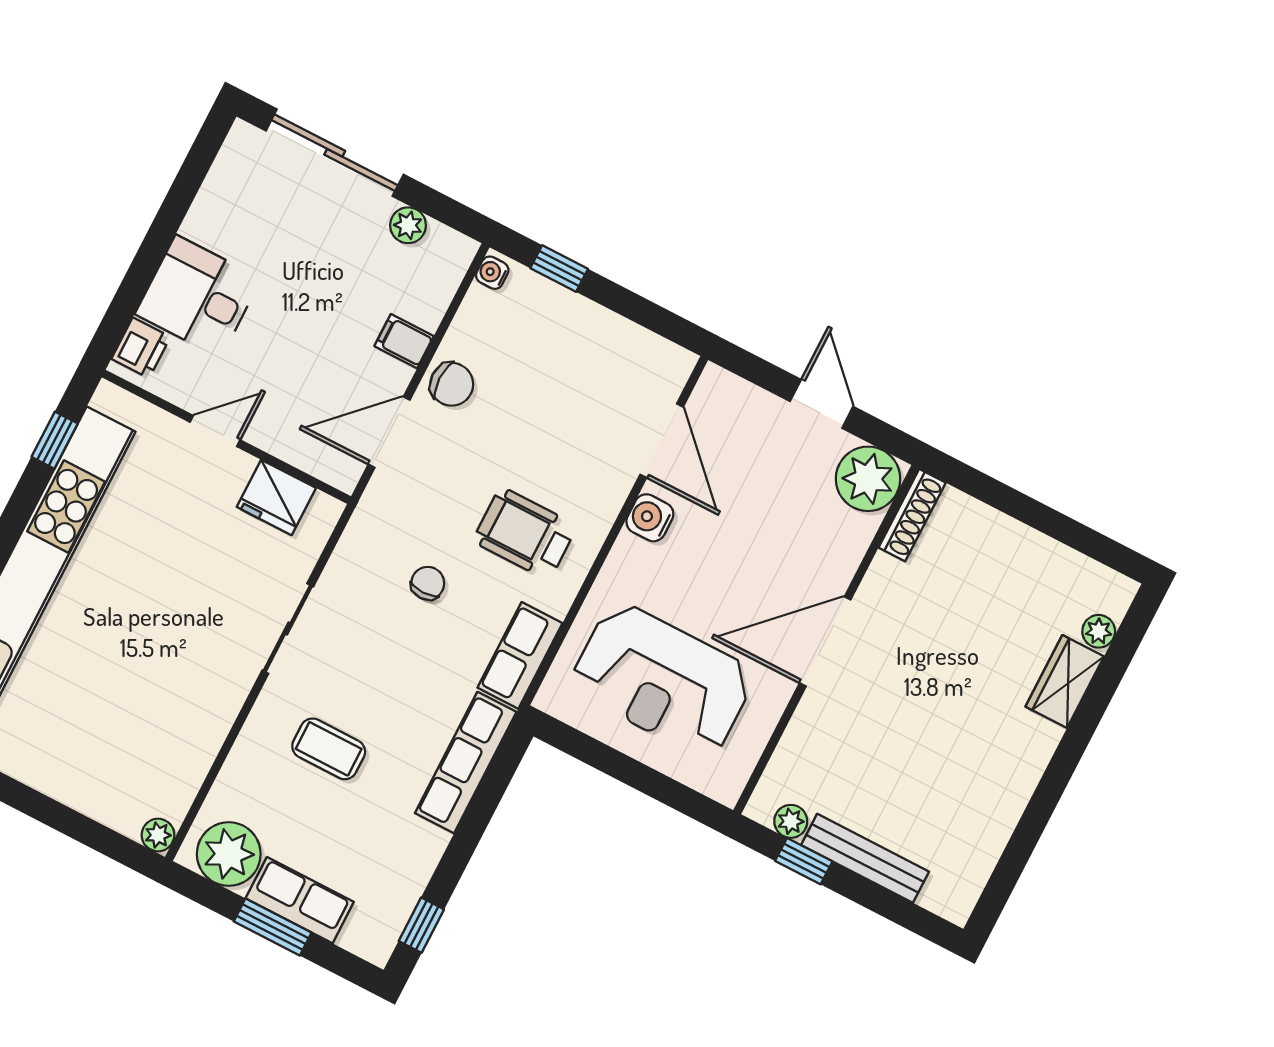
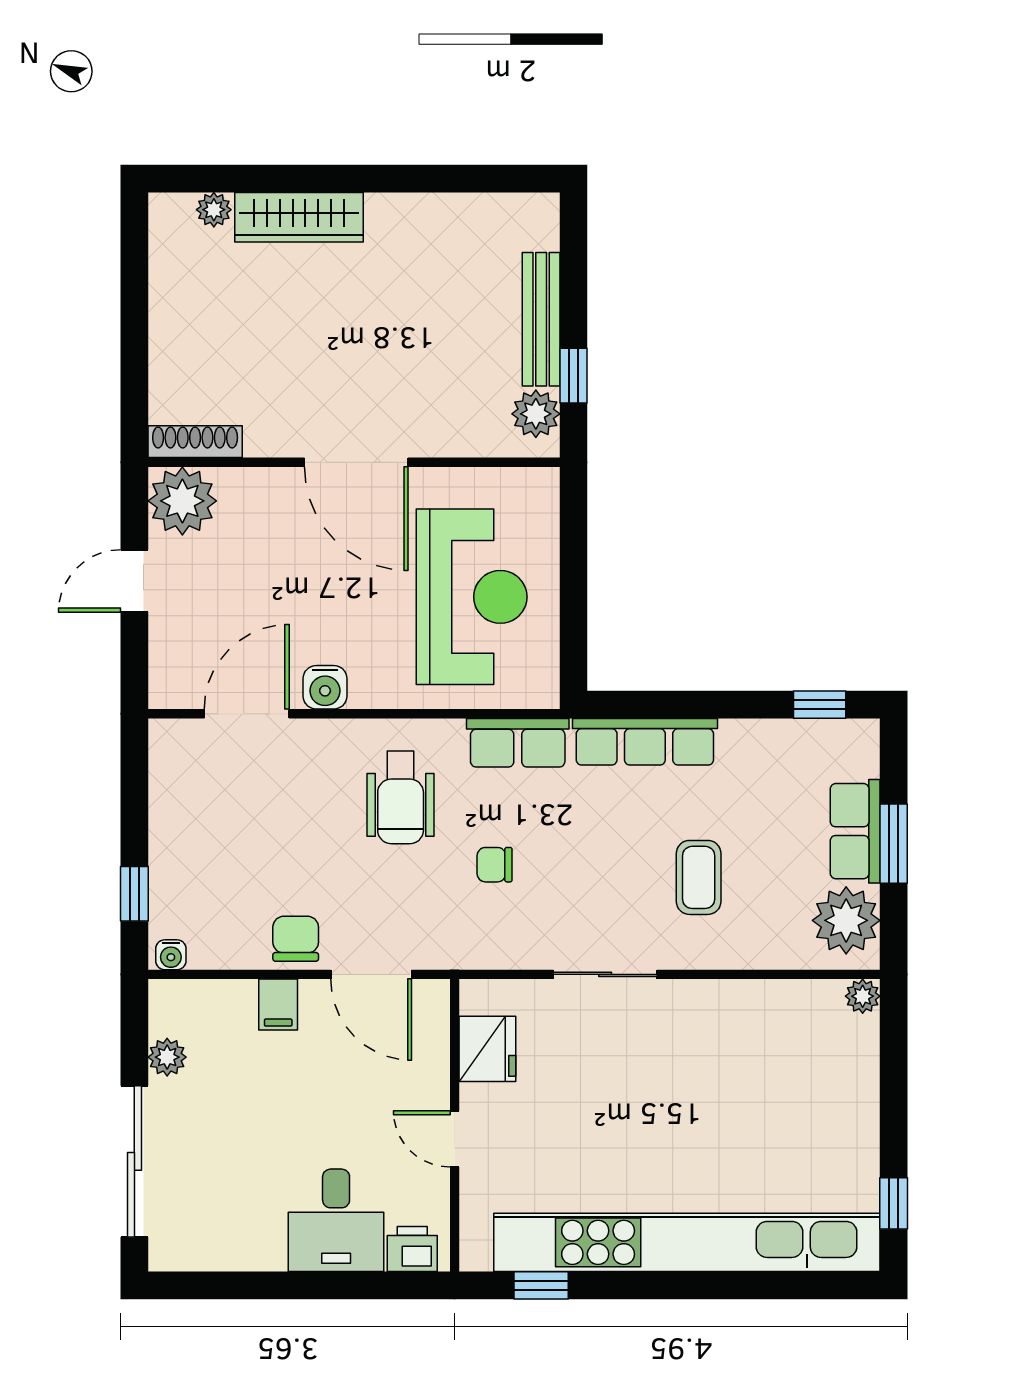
wardrobe: (1065, 682) -> (299, 217), width x1.50
plant: (791, 821) -> (536, 414), width x1.38, depth x1.38

